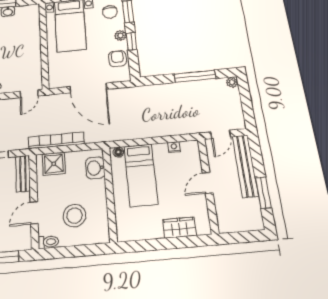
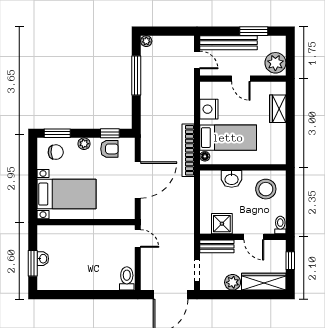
window: (131, 41) -> (110, 133), moved
armchair: (117, 59) -> (109, 149), turned 180
bookcase: (56, 140) -> (188, 150), moved
nightstand: (174, 147) -> (209, 109), width x1.89, depth x1.79
shower: (54, 164) -> (222, 224), moved
washbasin: (95, 168) -> (232, 179), moved
stool: (74, 216) -> (266, 189), moved
plant: (231, 220) -> (275, 63), added

